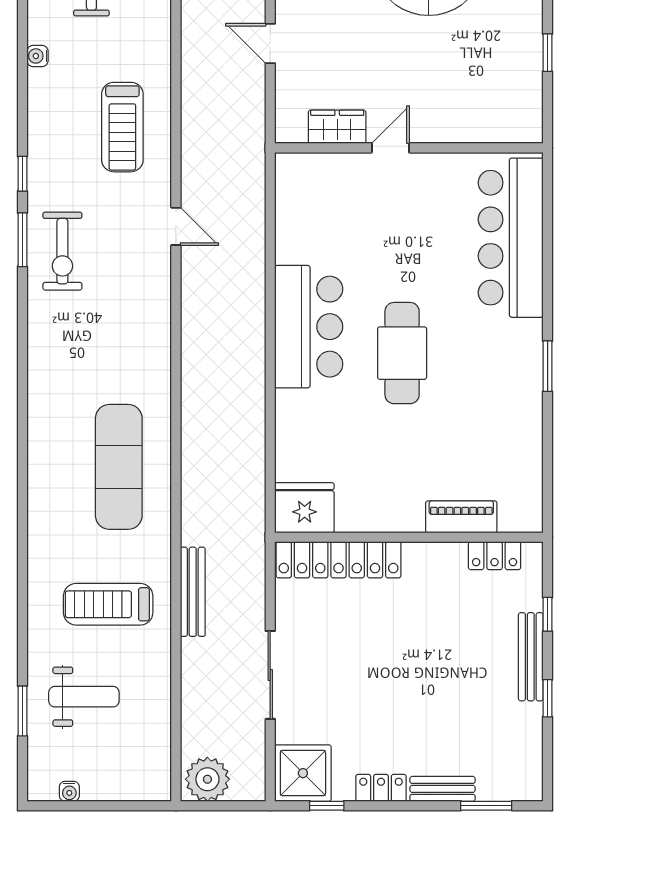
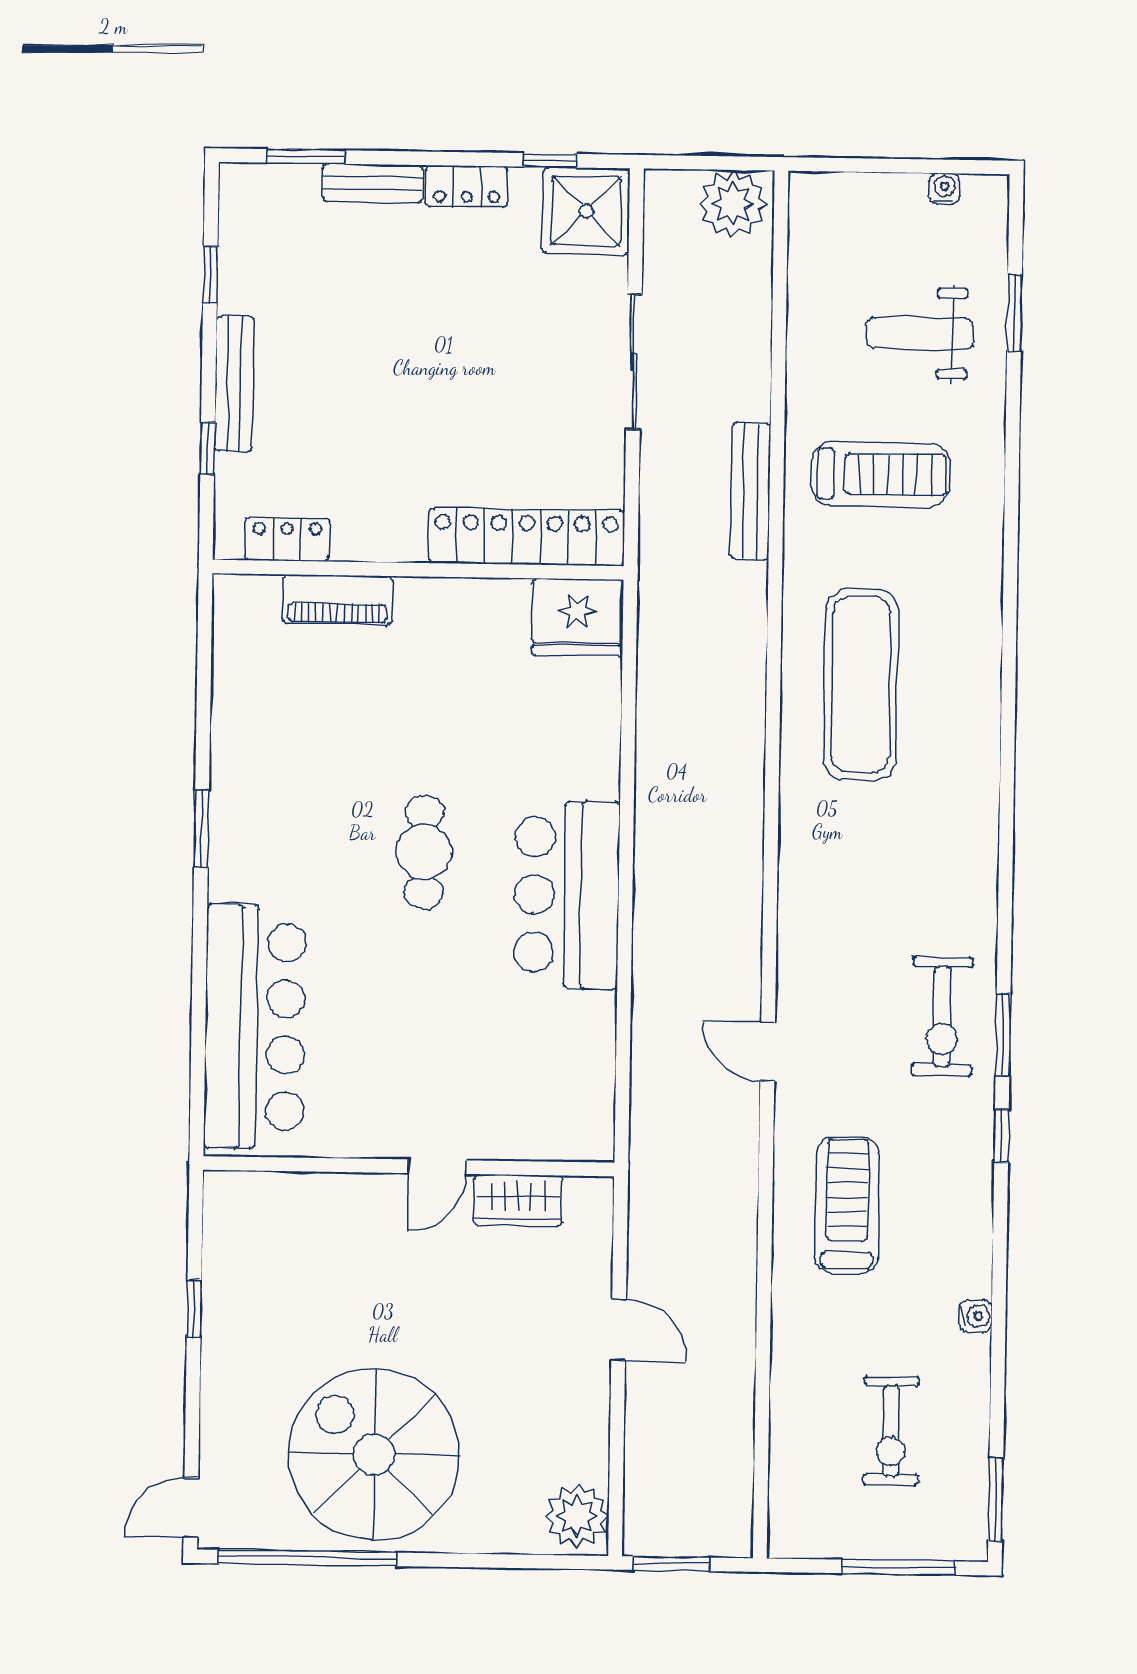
exercise bike: (62, 251) -> (942, 1016), turned 180
cafe table: (402, 353) -> (424, 852), width x0.73, depth x0.74
window: (548, 698) -> (210, 275), moved

